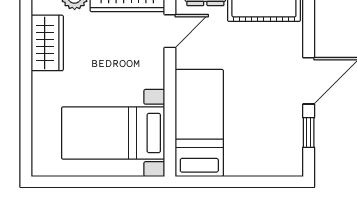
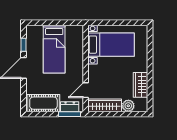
bed: (199, 123) -> (54, 49), moved

